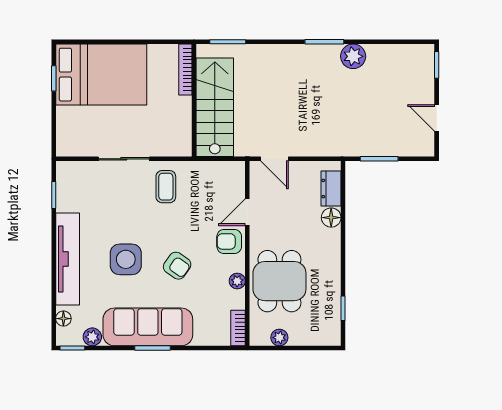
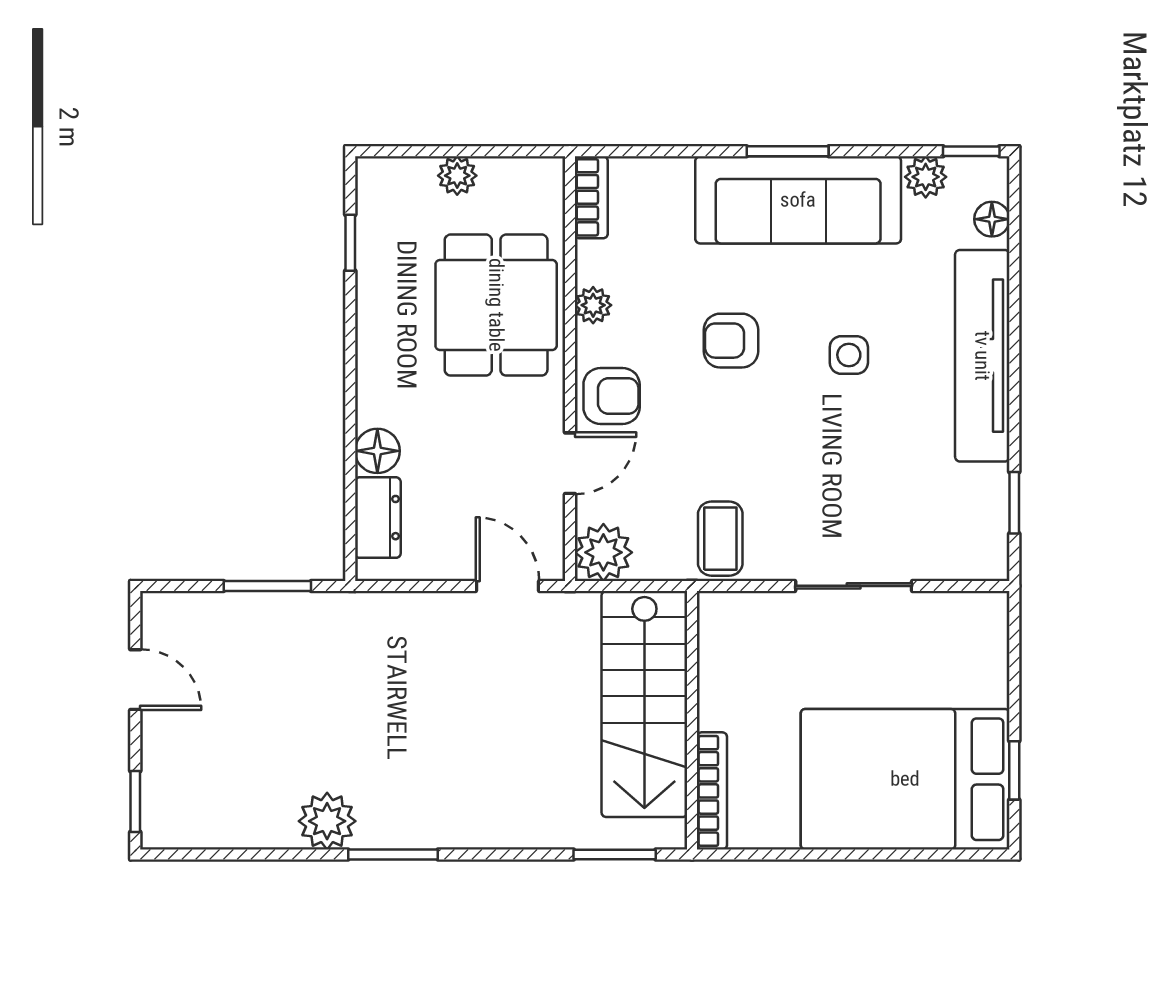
plant: (233, 173) -> (603, 552), added
coffee table: (166, 187) -> (720, 539), moved
side table: (126, 259) -> (849, 355), width x0.54, depth x0.54
armchair: (177, 266) -> (731, 341), turned -35
plant: (279, 338) -> (457, 176), moved

